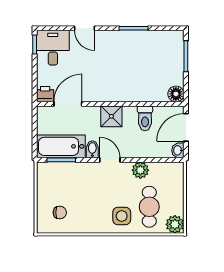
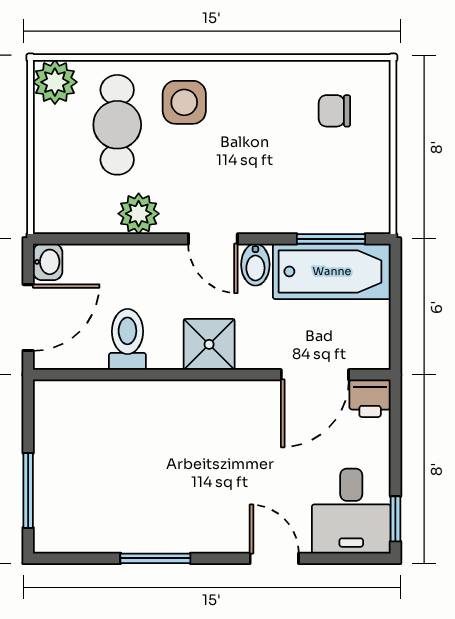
floor lamp: (176, 94) -> (52, 399), removed

